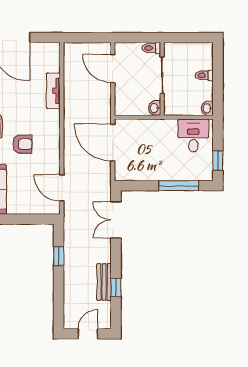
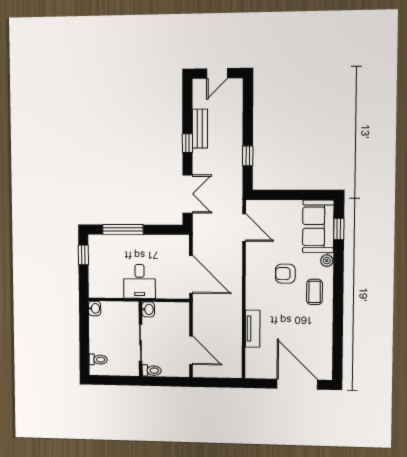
toilet: (204, 75) -> (98, 360), moved
desk: (193, 135) -> (140, 281), moved
window: (116, 287) -> (187, 143), moved

